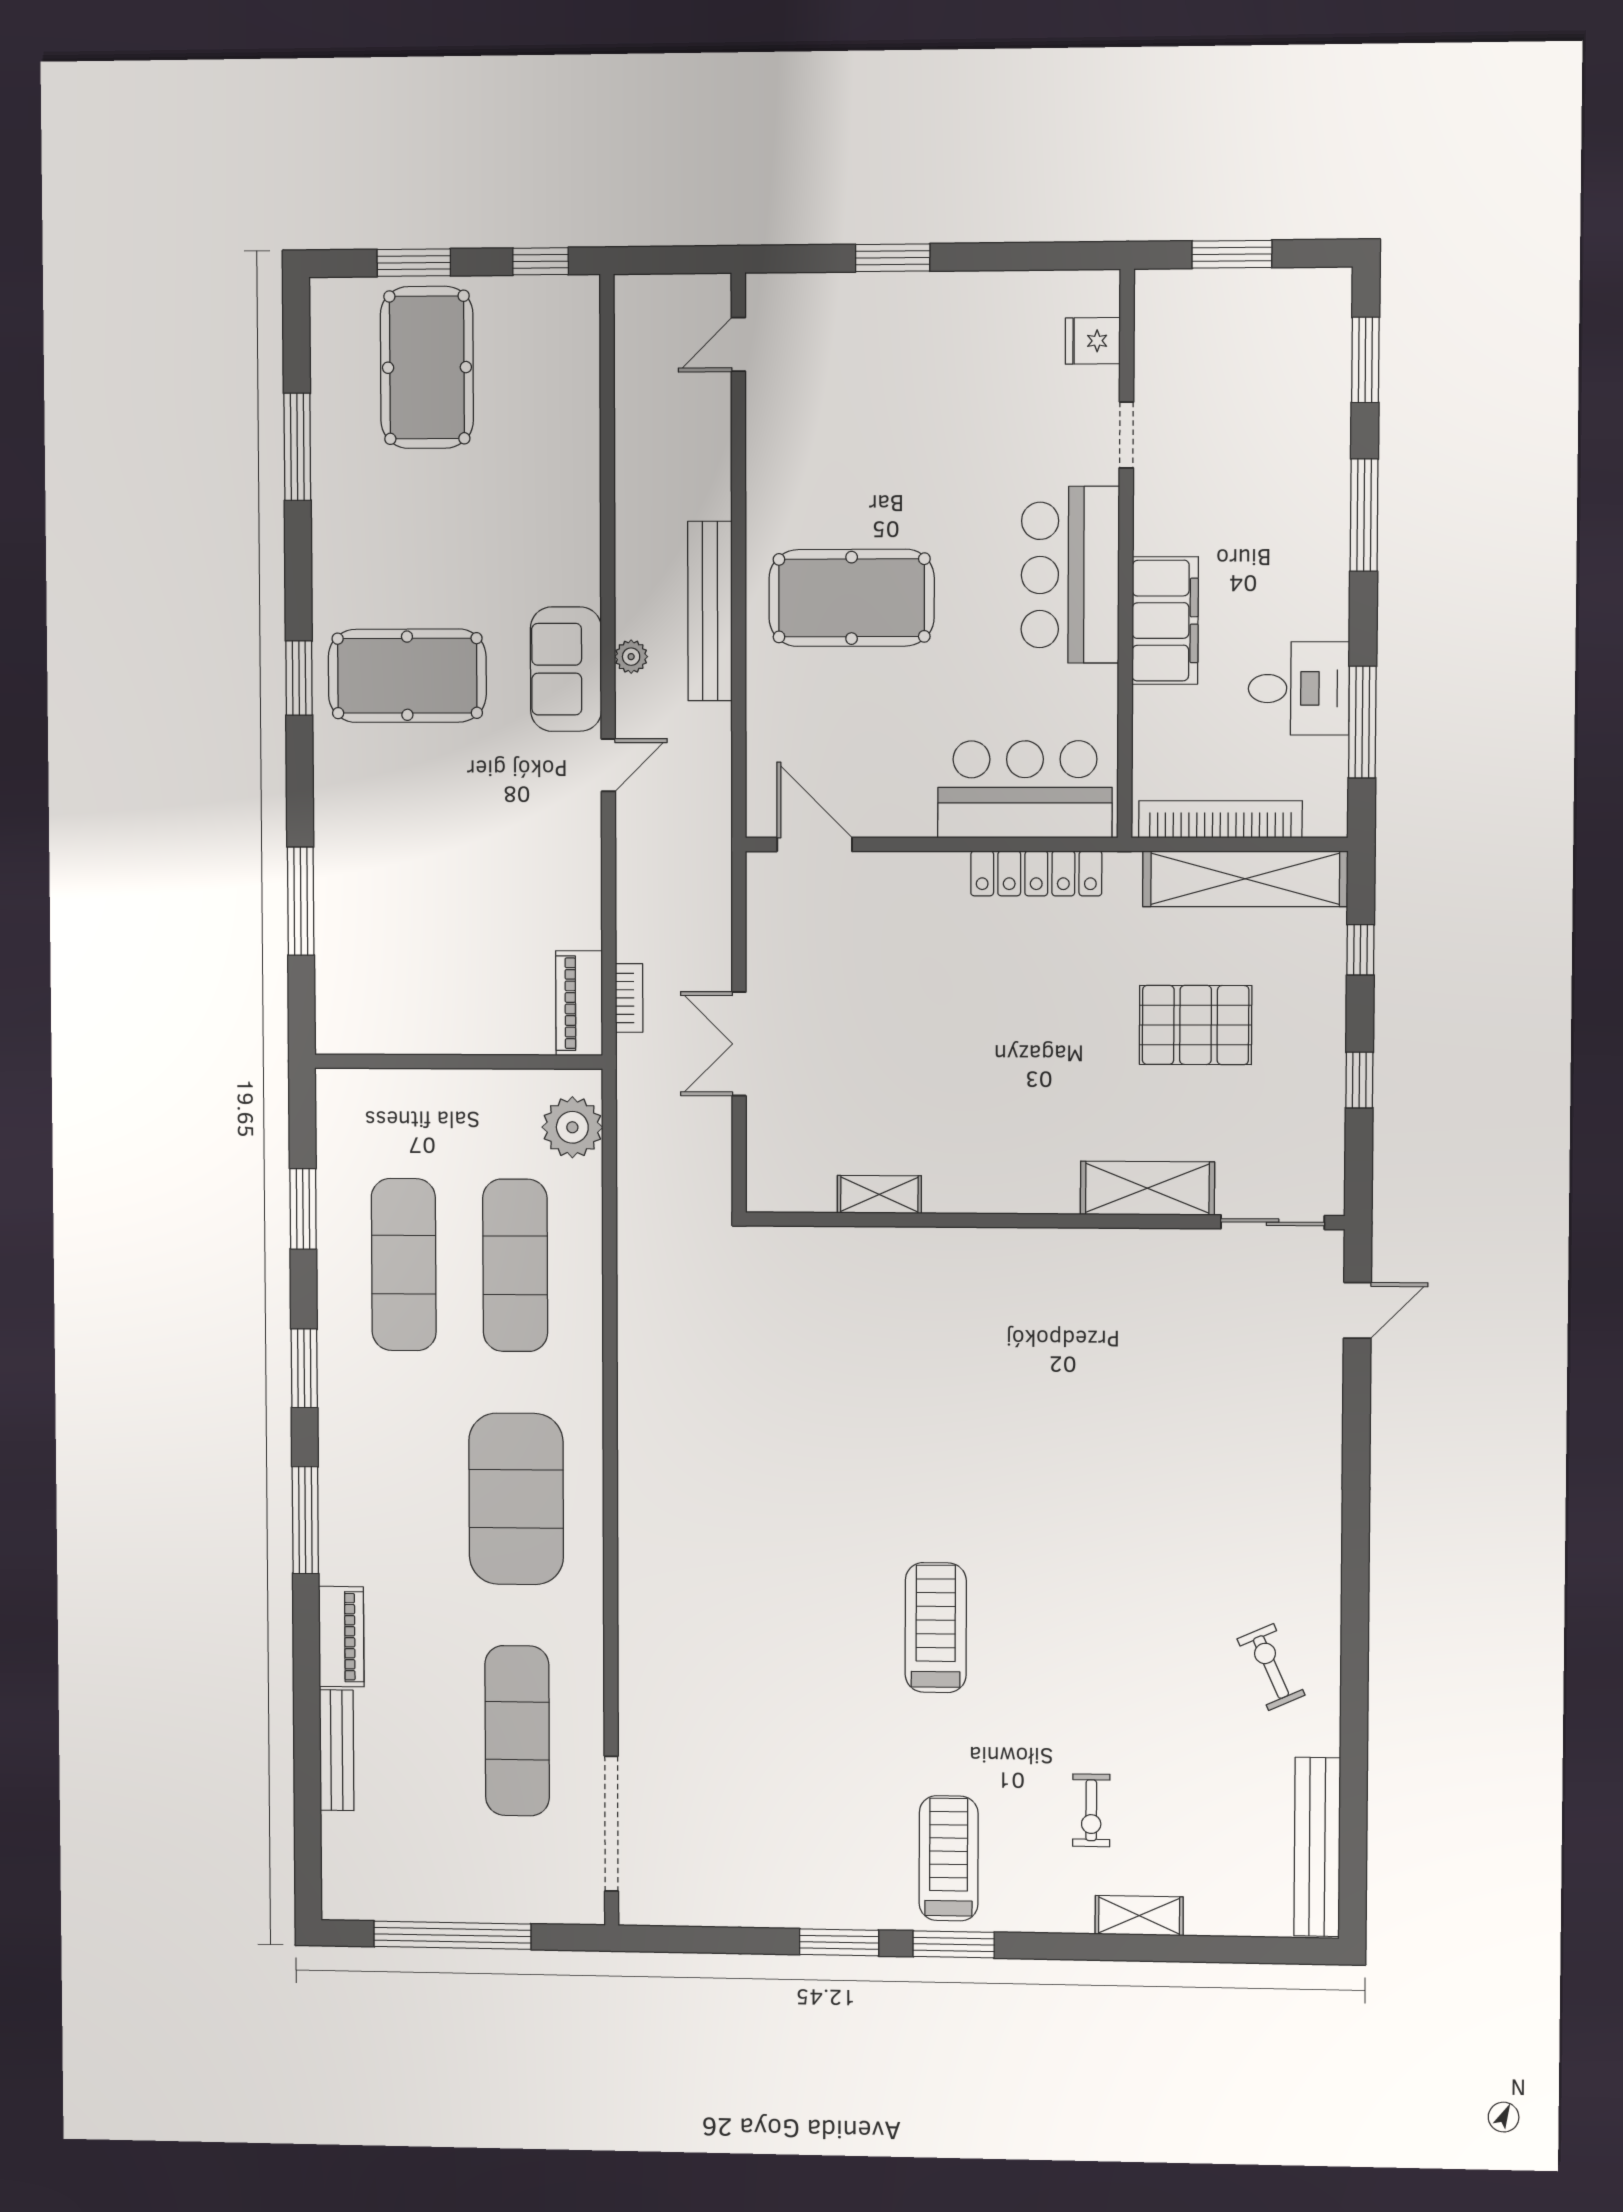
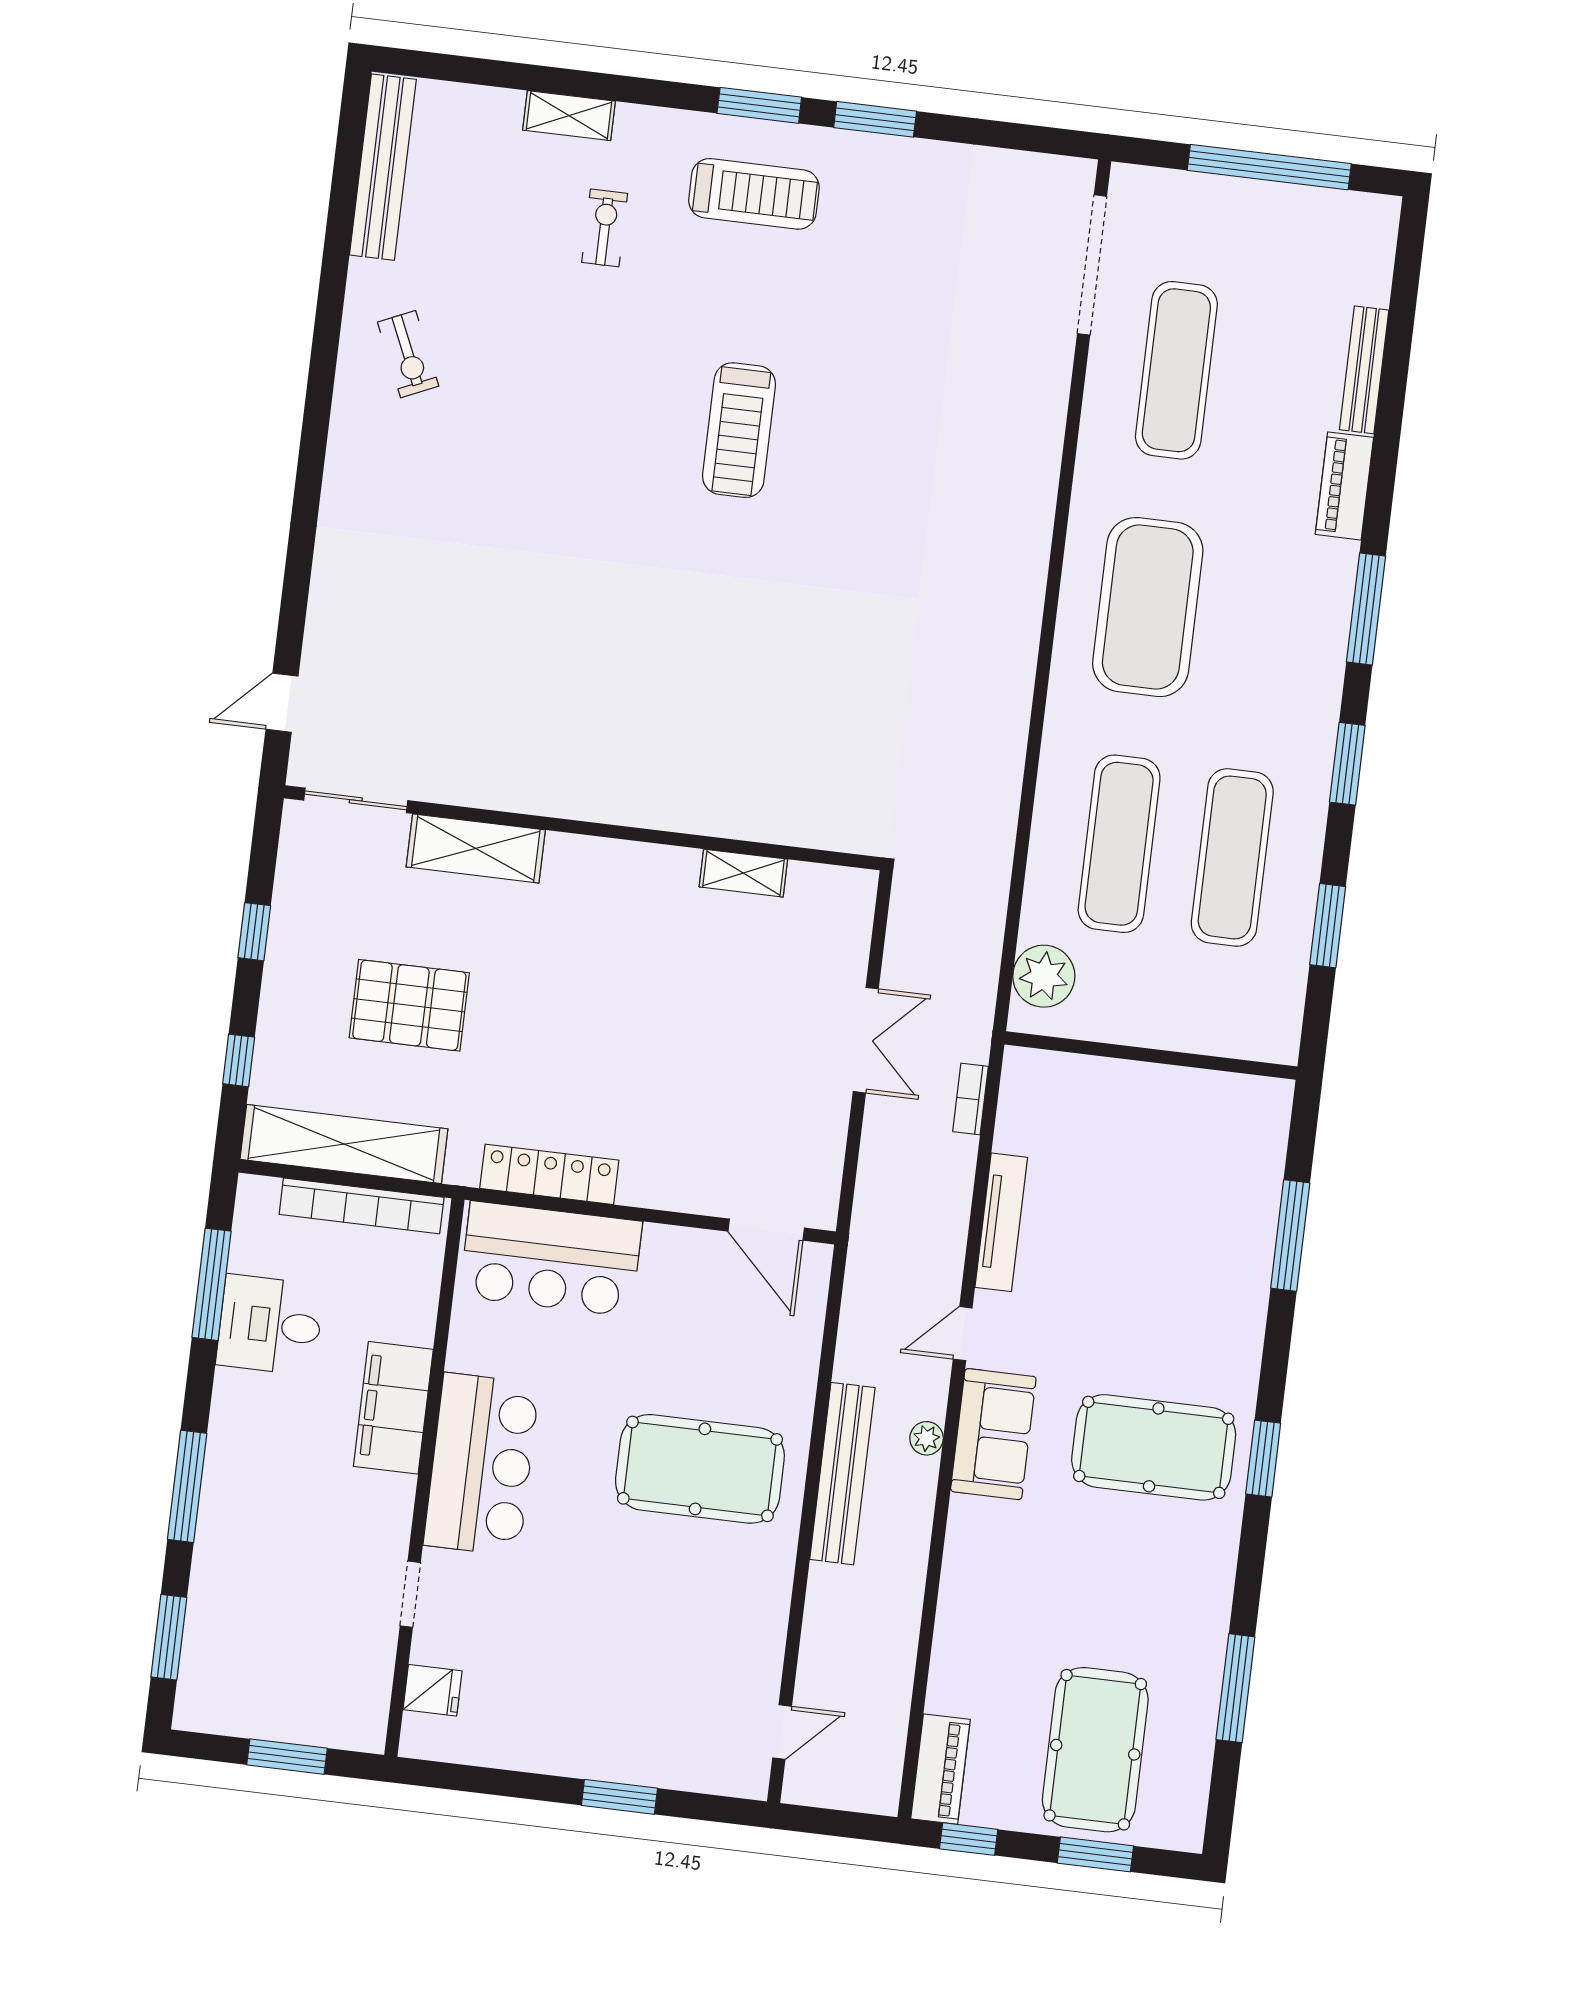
tv unit: (584, 880) -> (1001, 1222), added
piano: (579, 1003) -> (940, 1769), moved
treadmill: (949, 1858) -> (754, 194), turned -90

